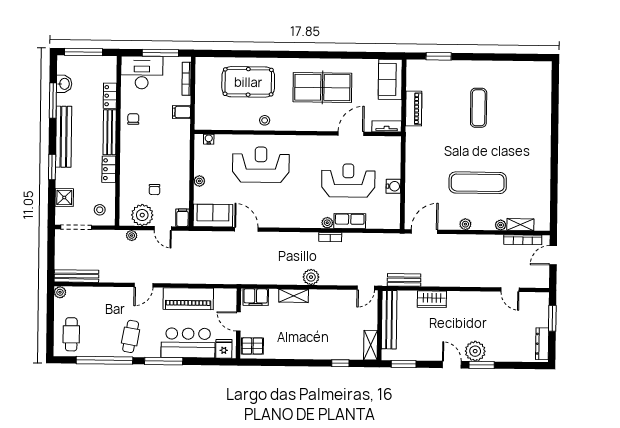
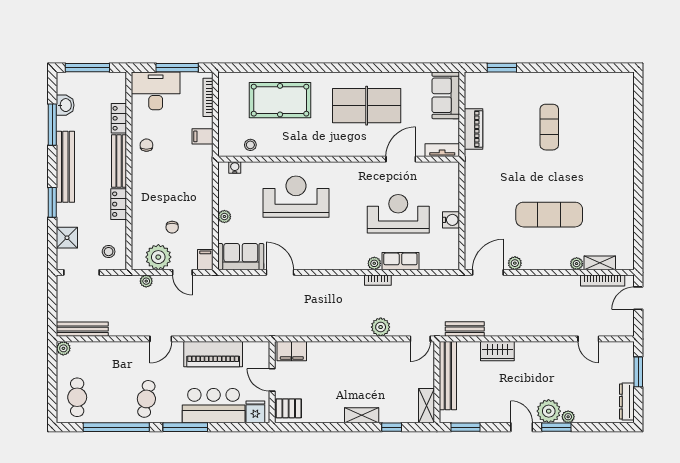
stool: (265, 120) -> (250, 145), moved
plant: (465, 224) -> (515, 263), moved
plant: (311, 277) -> (381, 327), moved
shelving: (294, 296) -> (362, 415), moved
plant: (492, 356) -> (568, 417), added

